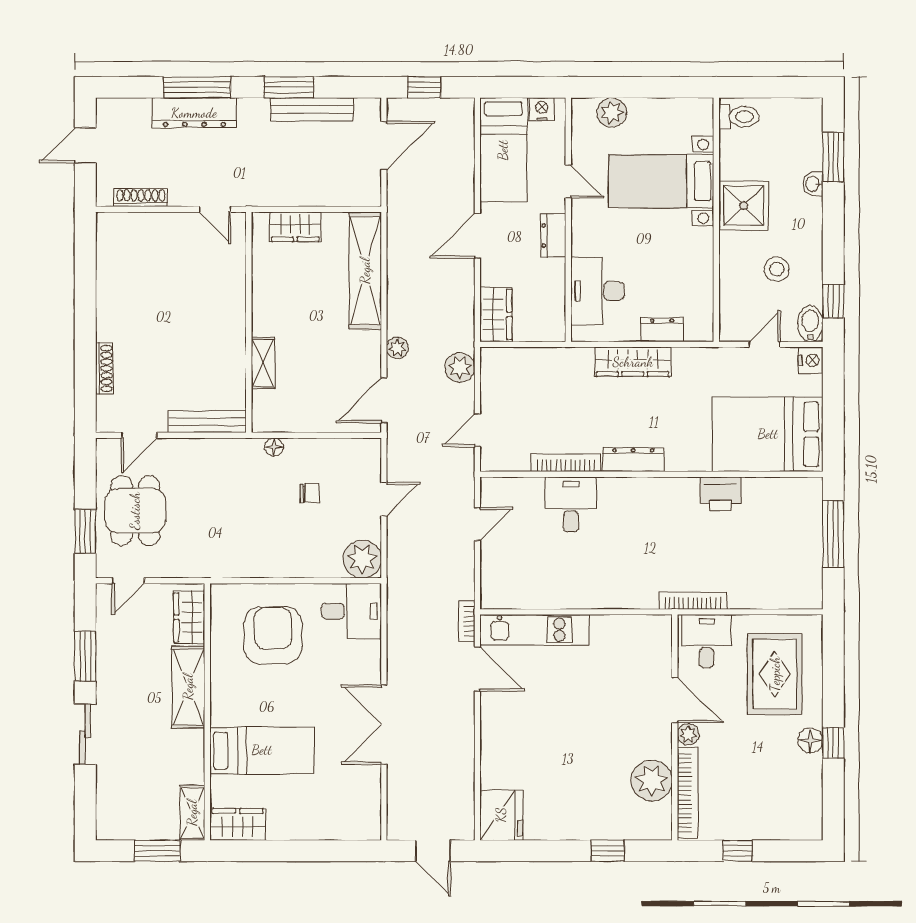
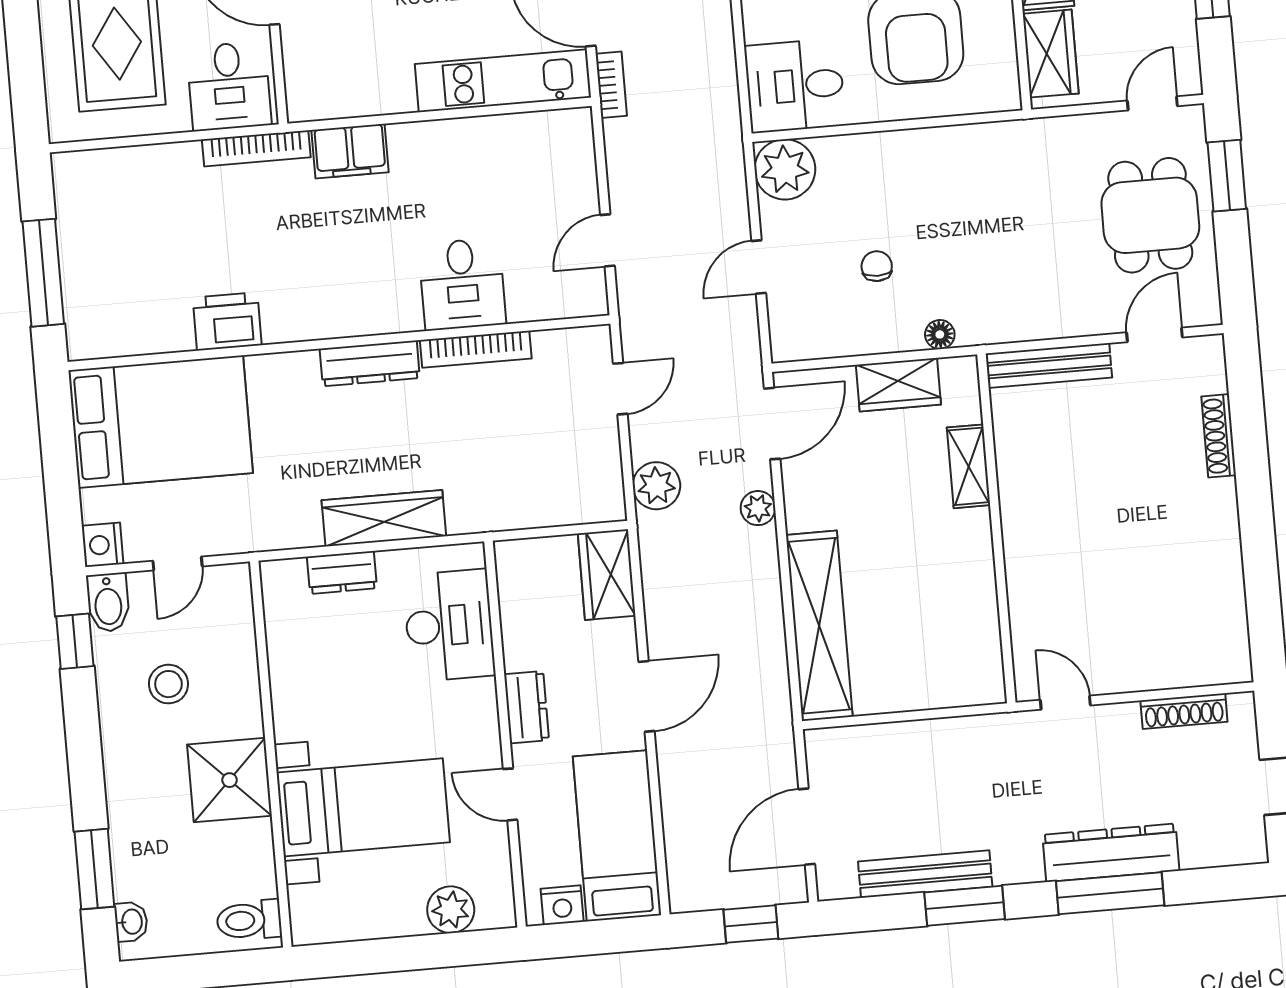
washbasin: (813, 184) -> (131, 922), moved
wardrobe: (295, 227) -> (898, 385), moved, turned 180
chair: (310, 493) -> (877, 266), turned 90
filing cabinet: (634, 594) -> (350, 151), added

